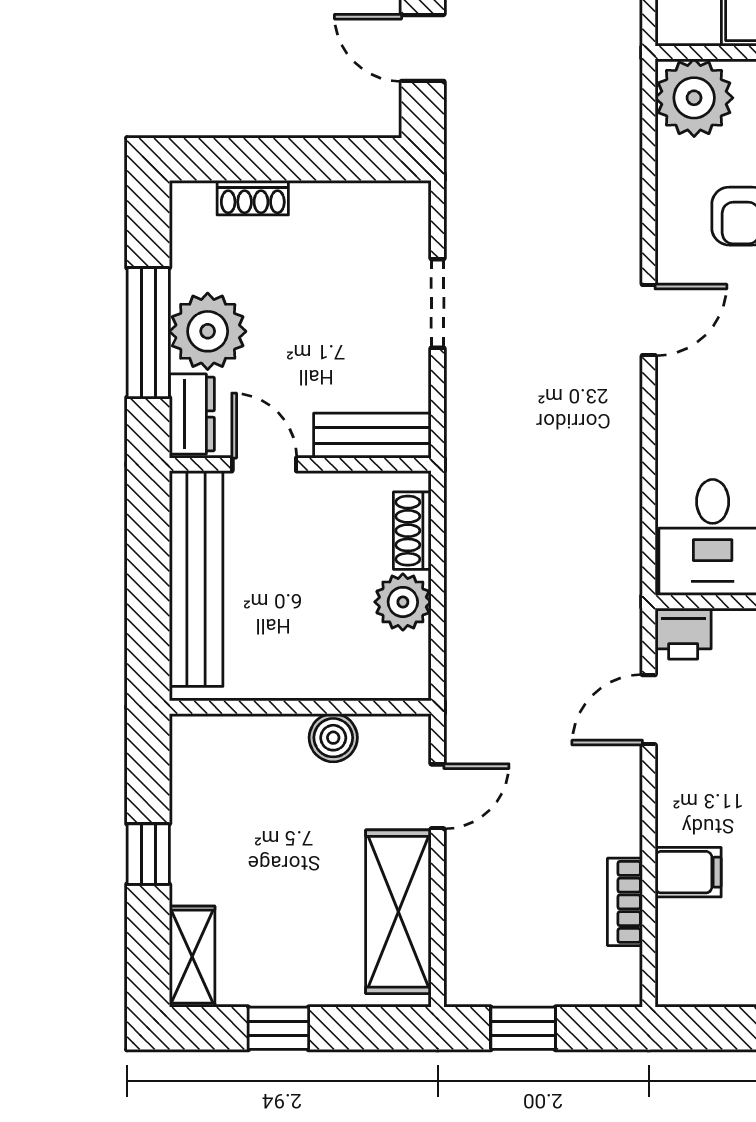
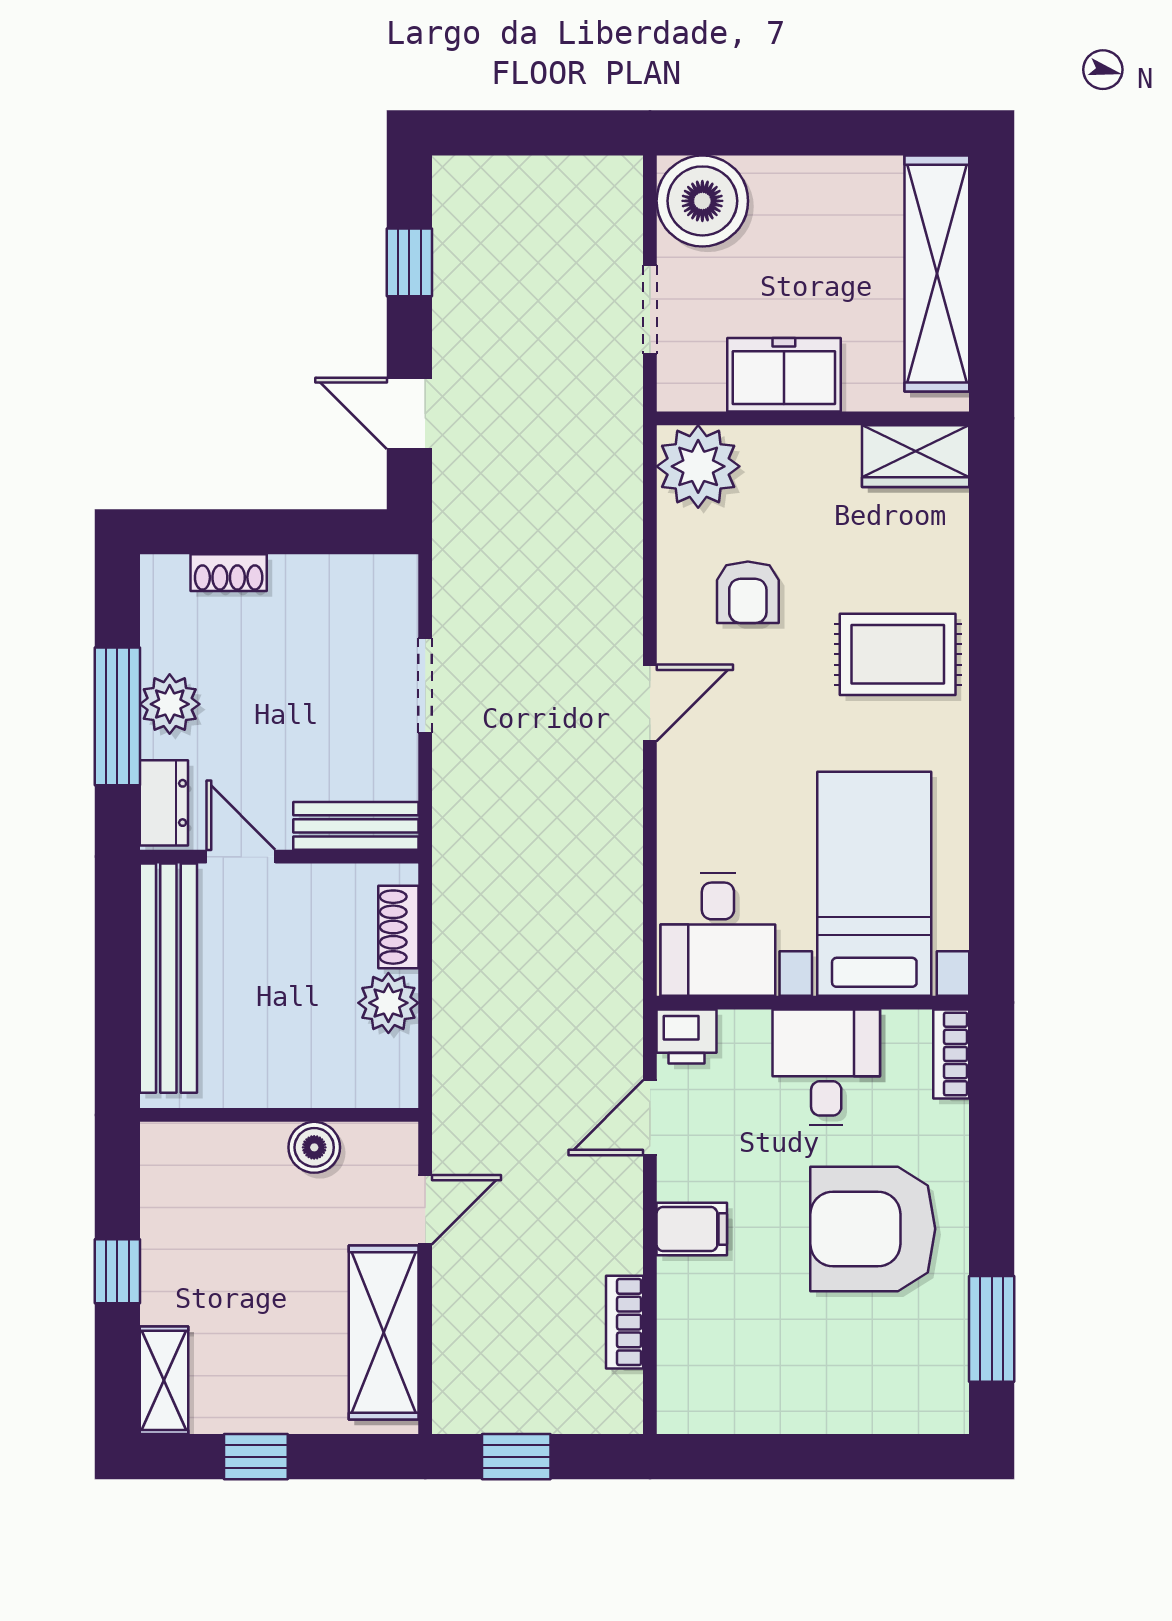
plant: (208, 331) -> (170, 704), width x0.73, depth x0.73
filing cabinet: (688, 872) -> (692, 1229), moved

